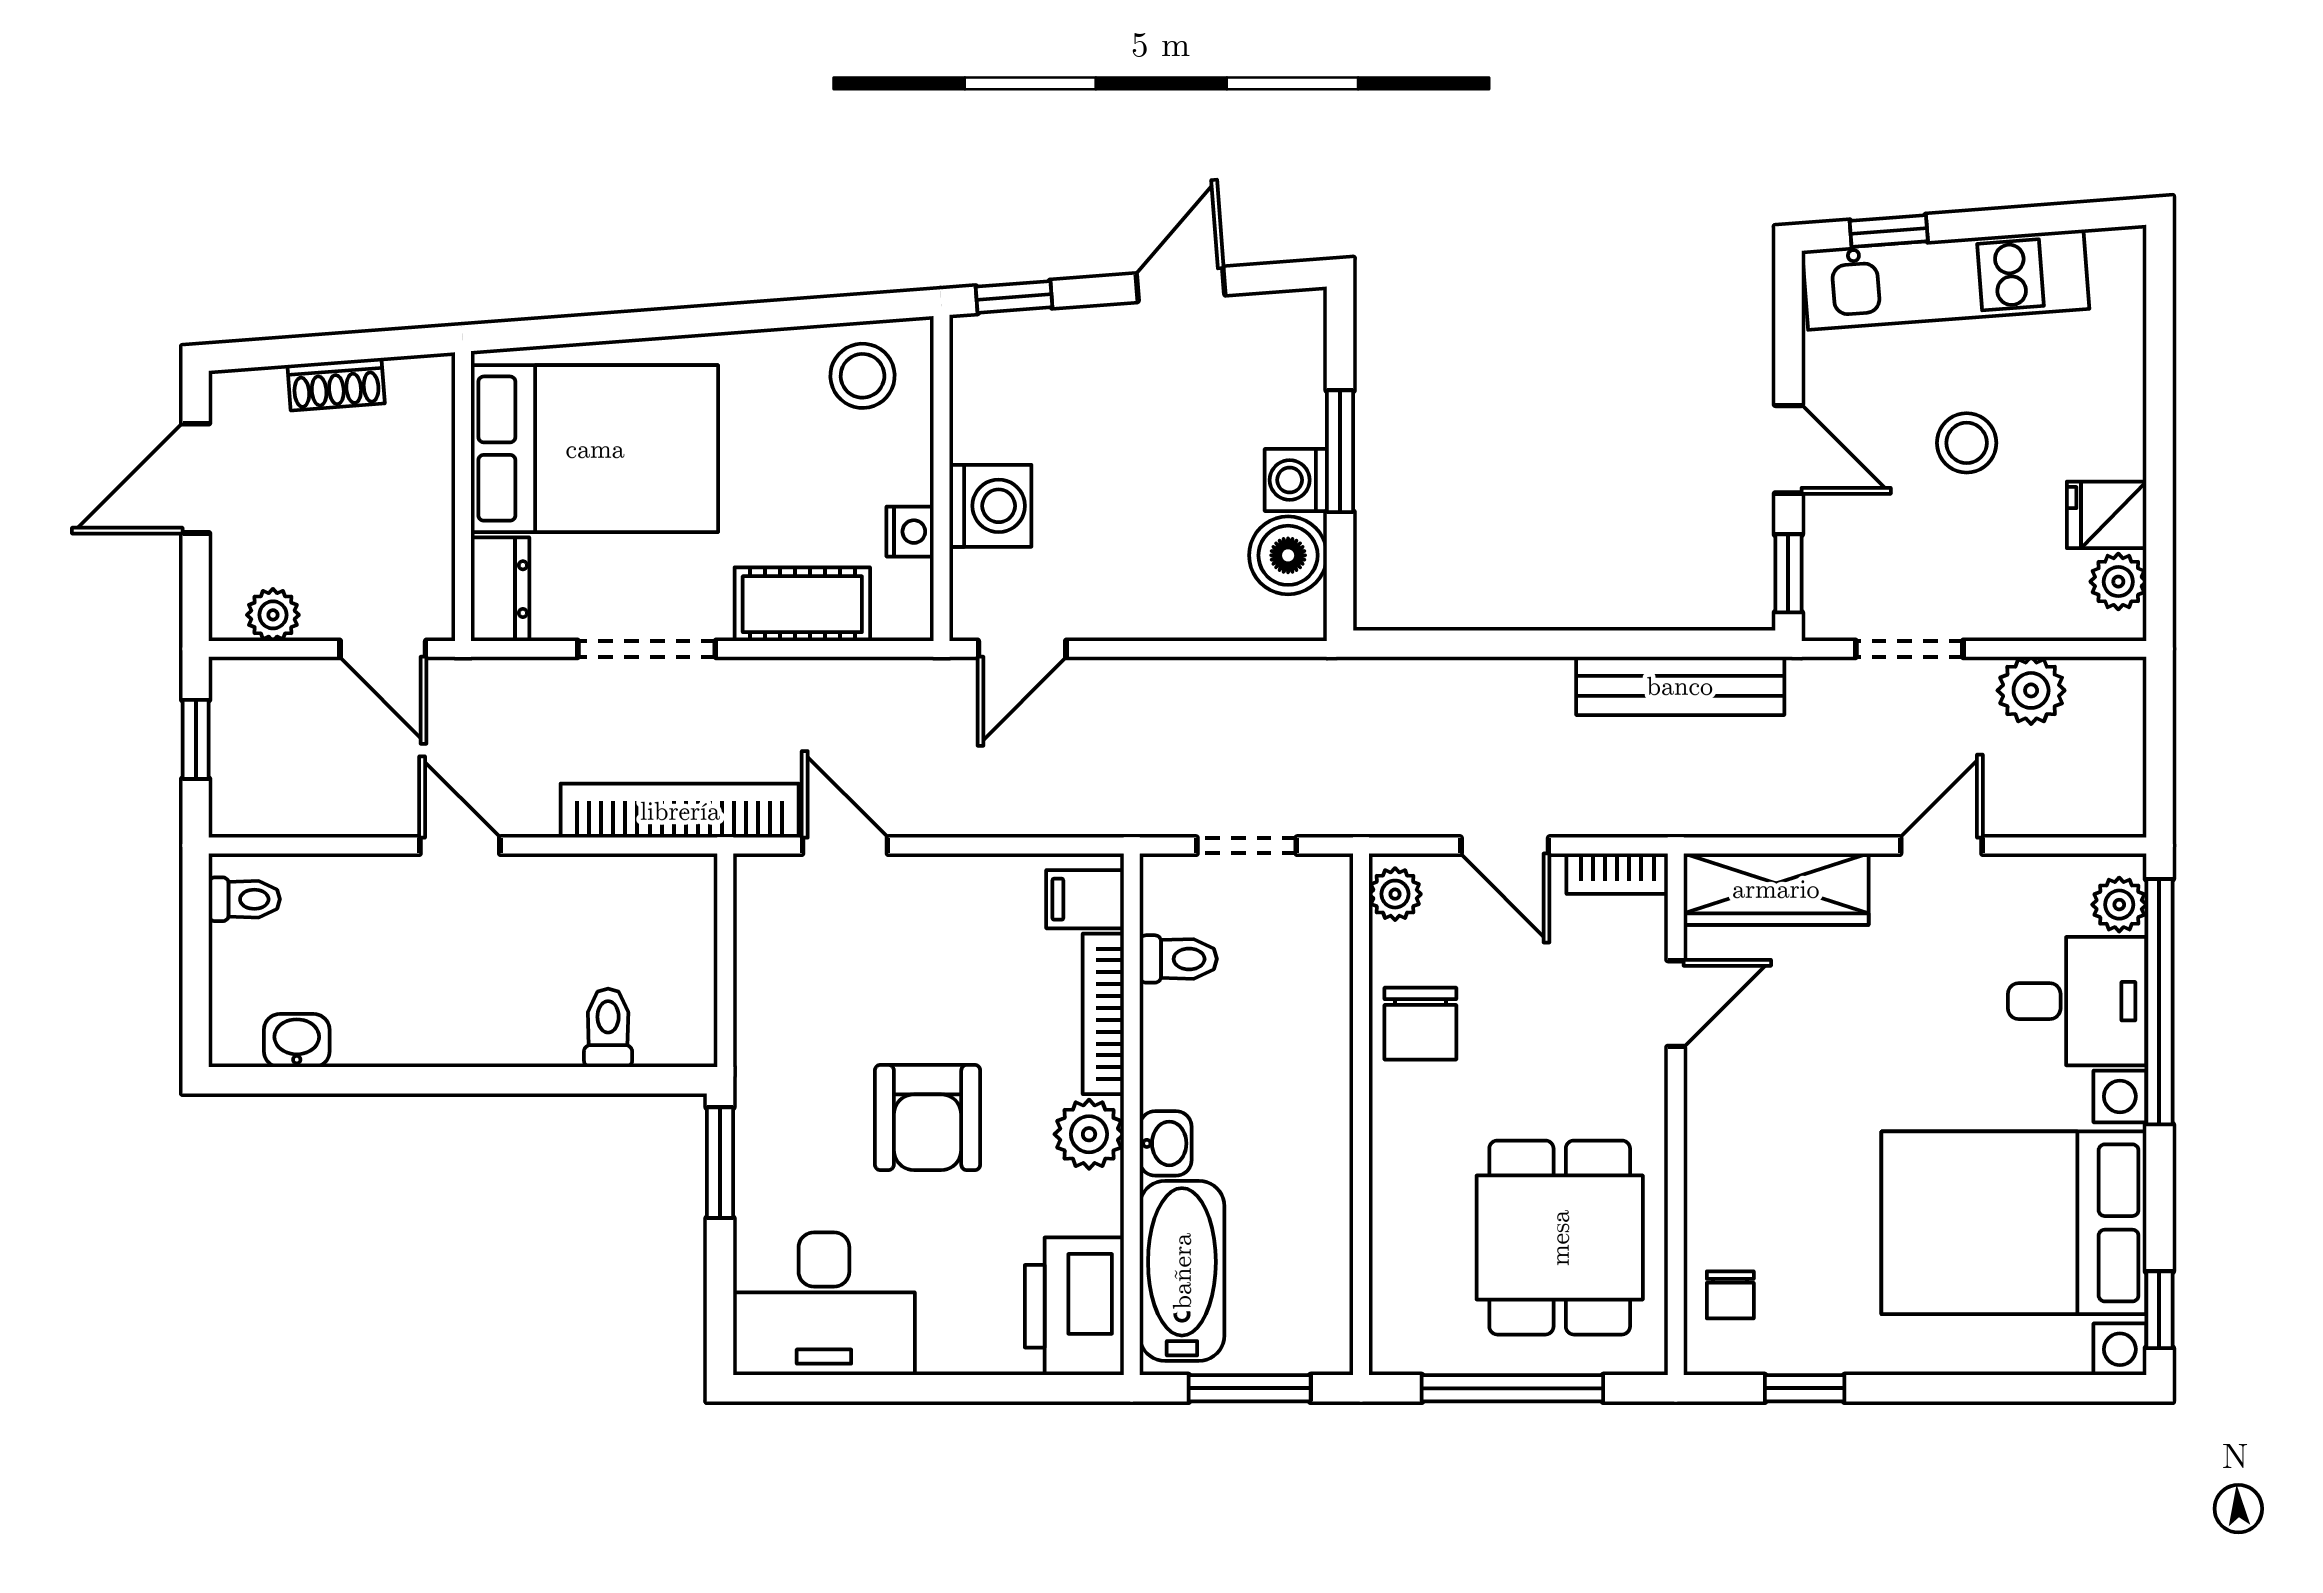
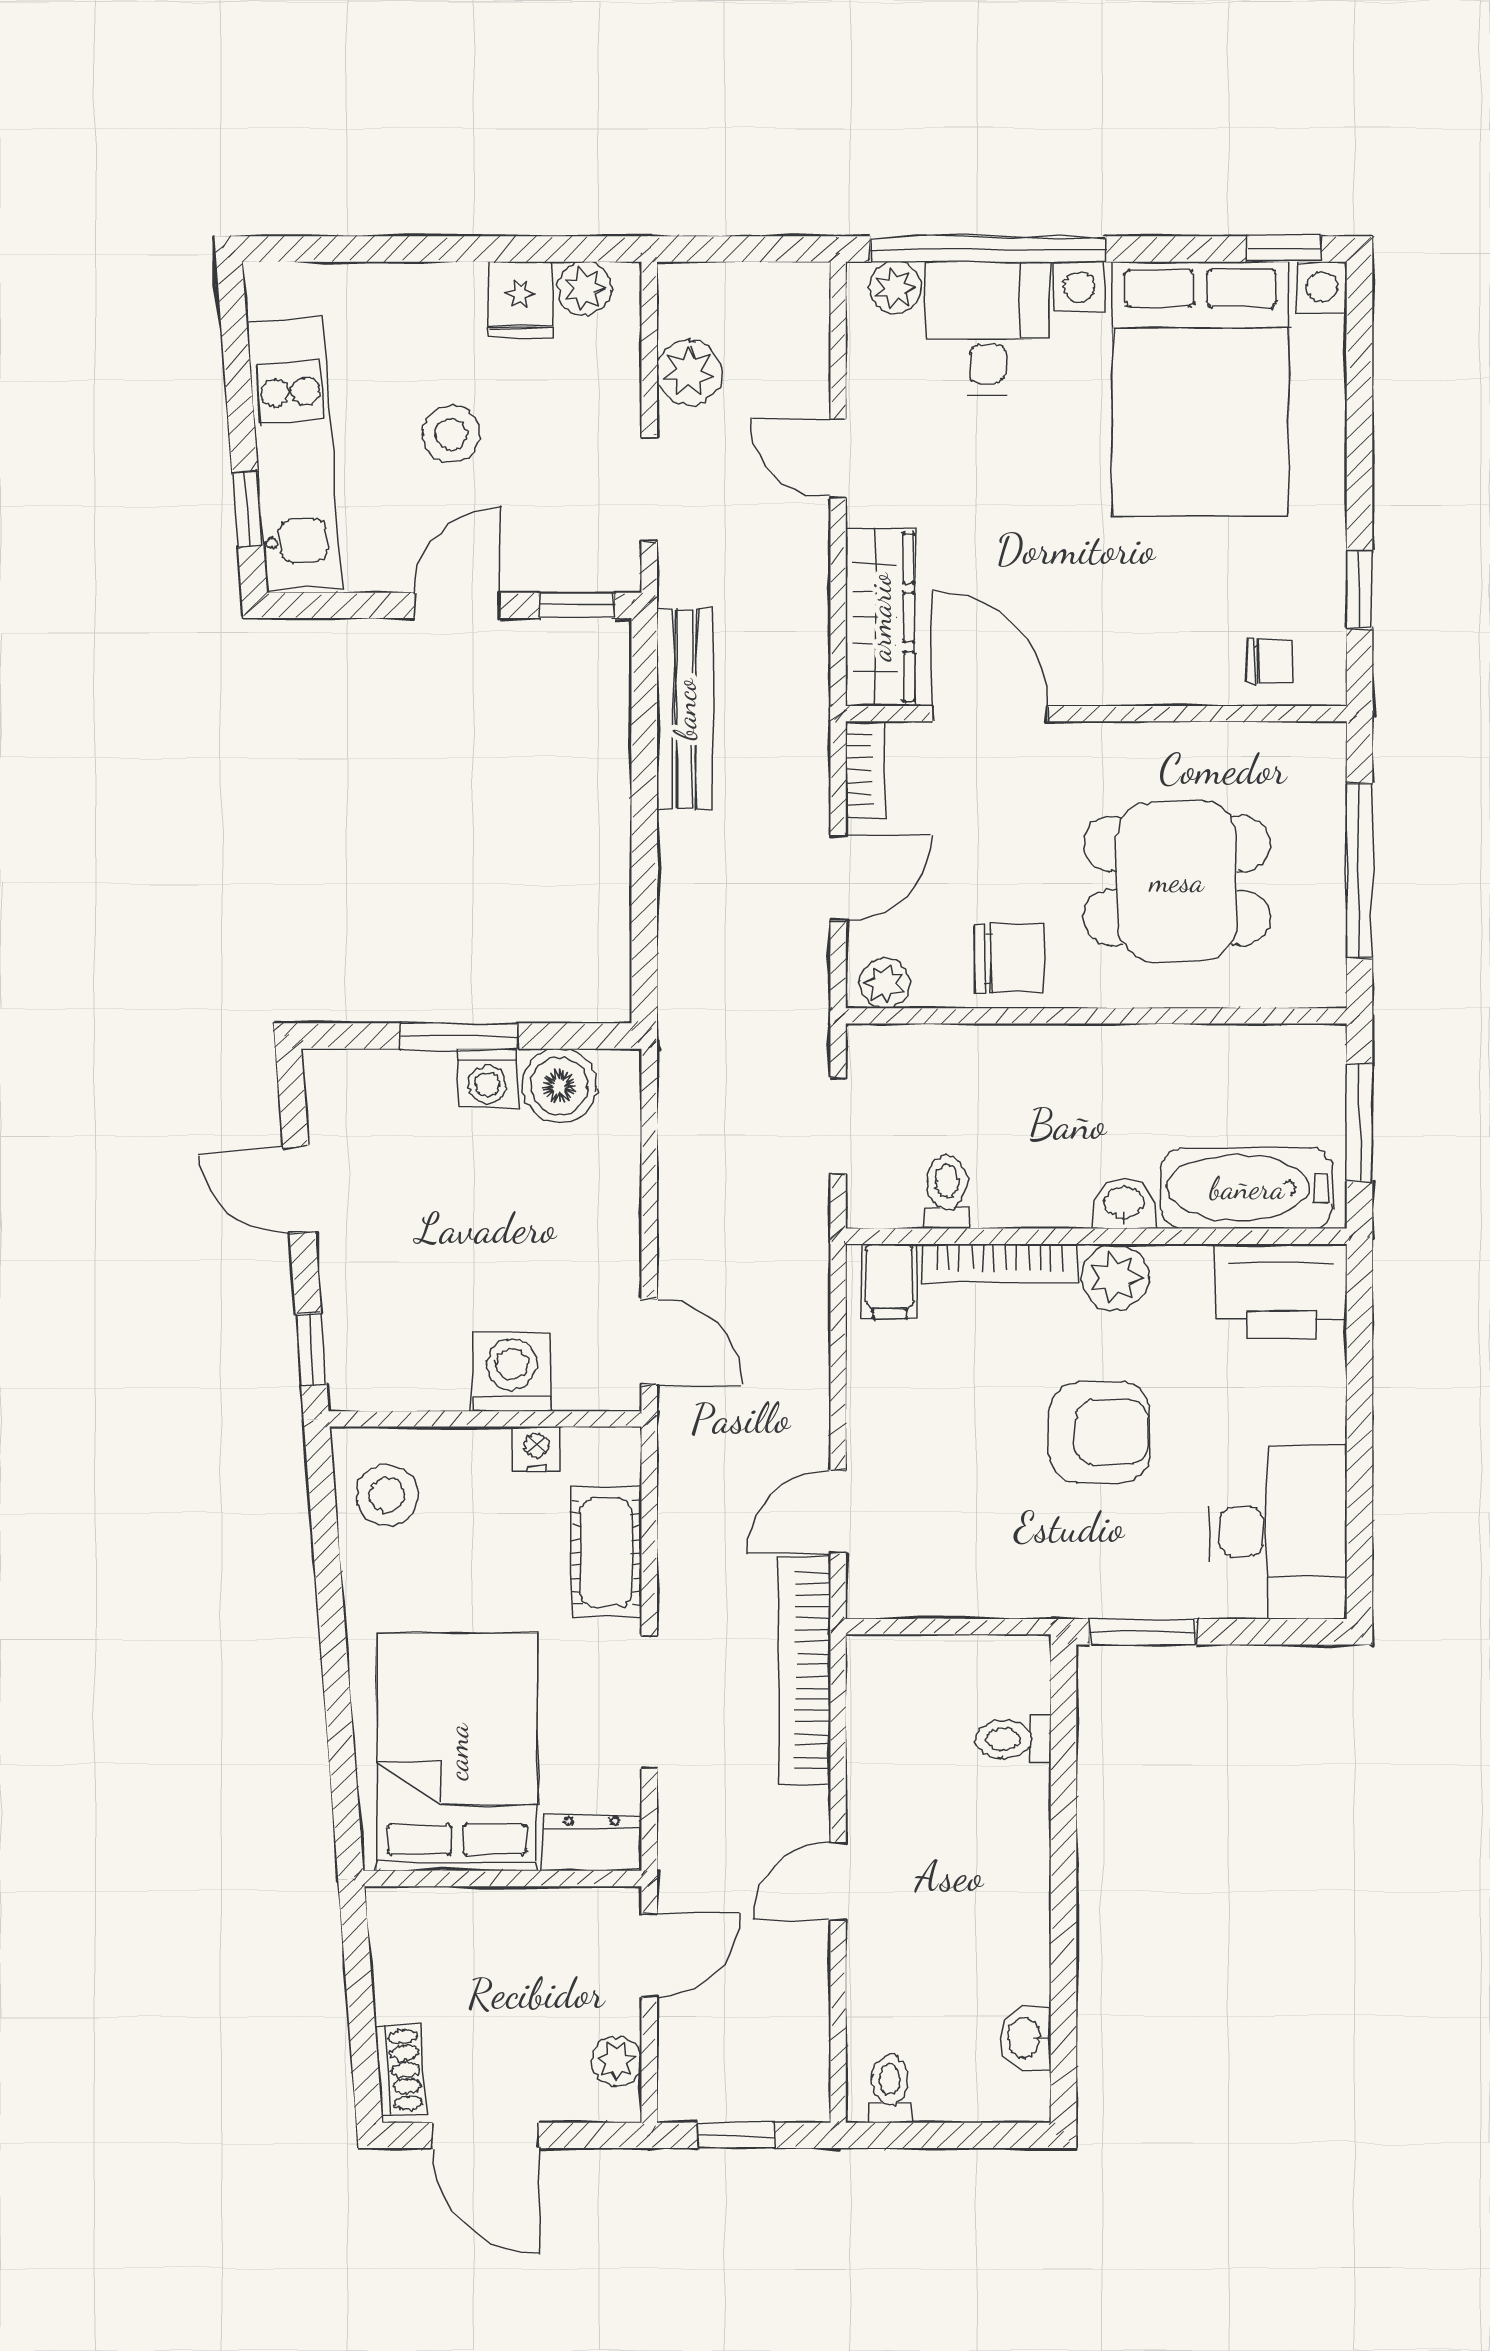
shoe rack: (336, 384) -> (400, 2070), moved
door: (1676, 1004) -> (990, 714), width x1.38
dining table: (1560, 1238) -> (1177, 881), moved

